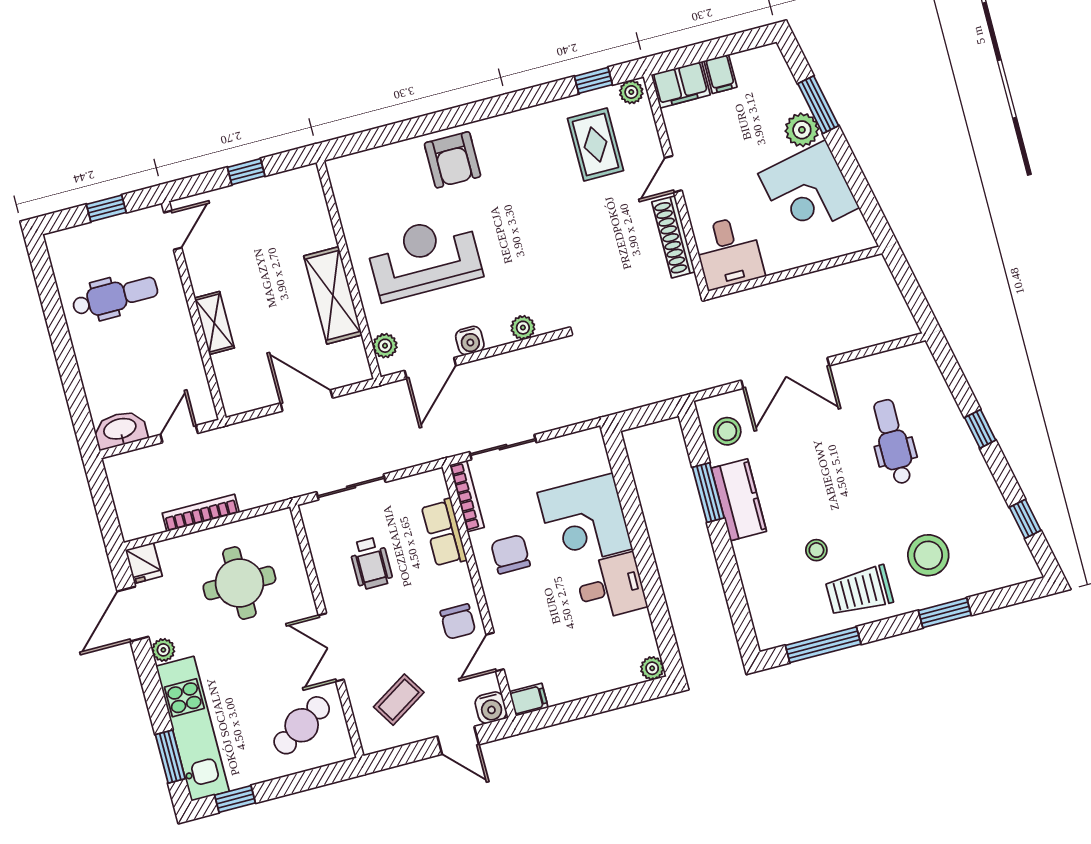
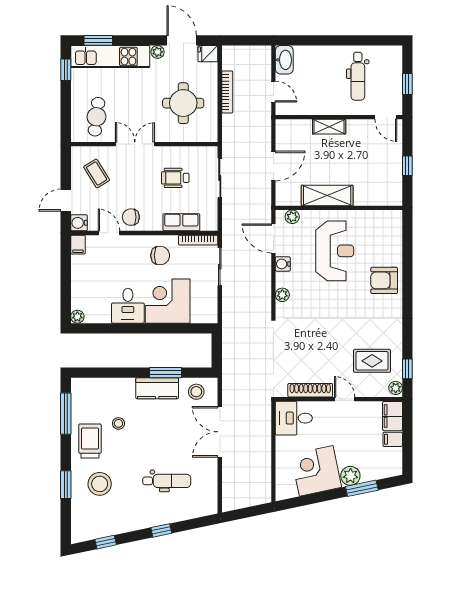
cafe table: (302, 725) -> (96, 117), turned 39

